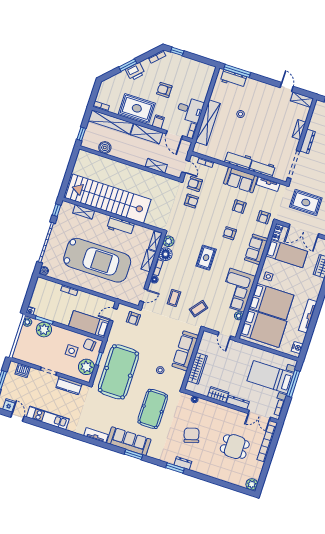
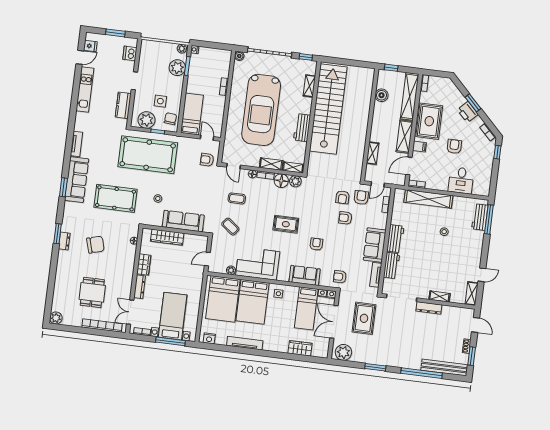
desk: (190, 110) -> (461, 180), moved
armchair: (239, 207) -> (345, 218), moved

